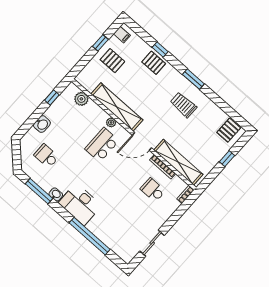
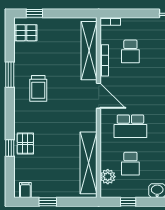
pallet: (112, 61) -> (54, 179), removed
window: (193, 79) -> (10, 75), moved
shelving: (117, 107) -> (89, 163), moved
school desk: (76, 122) -> (130, 164), added
plant: (111, 122) -> (105, 135), removed
window: (227, 159) -> (34, 13), moved

